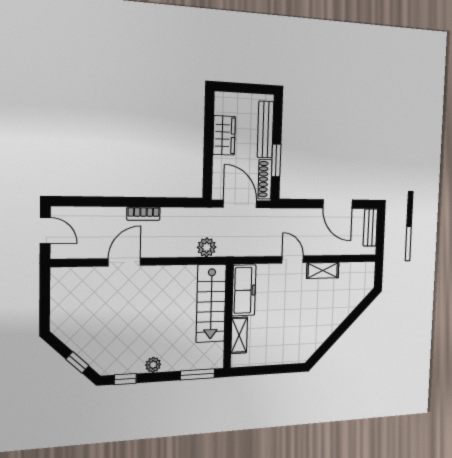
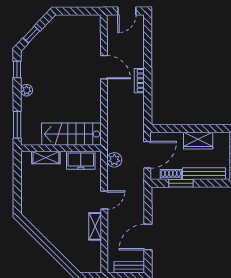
shoe rack: (265, 179) -> (171, 174), width x0.70
plant: (207, 247) -> (114, 160), moved
freezer: (244, 290) -> (81, 160), width x0.71

